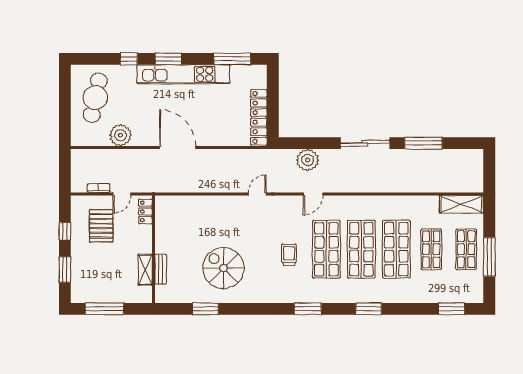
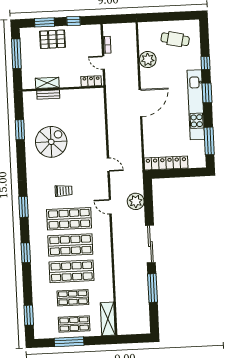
cafe table: (95, 98) -> (175, 39), width x0.73, depth x0.74
pallet: (101, 226) -> (52, 39), moved

